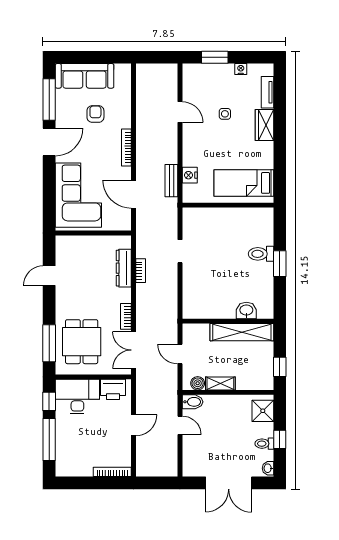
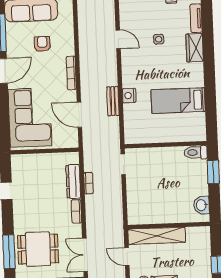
wall: (228, 205) -> (166, 145), moved
toilet: (261, 254) -> (196, 152), moved
washbasin: (246, 310) -> (202, 205), moved, turned -90
bookcase: (126, 316) -> (76, 211), moved
shelving: (242, 332) -> (157, 236), moved
dining table: (82, 342) -> (38, 249), turned 90

